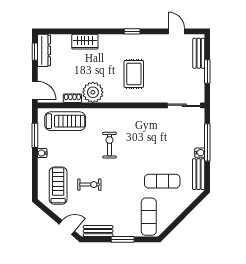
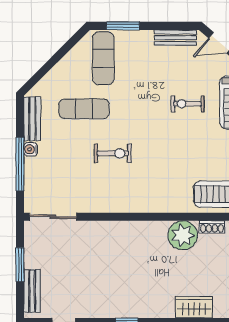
rug: (134, 74) -> (124, 261), removed
exercise bike: (109, 145) -> (113, 153), moved, turned -90
window: (123, 239) -> (123, 26), moved

